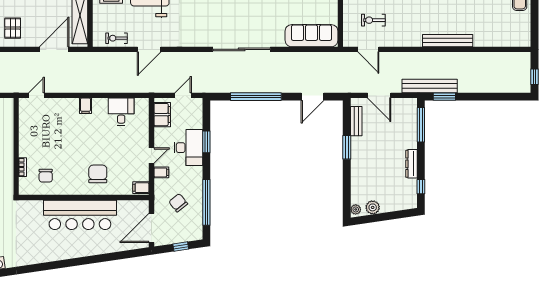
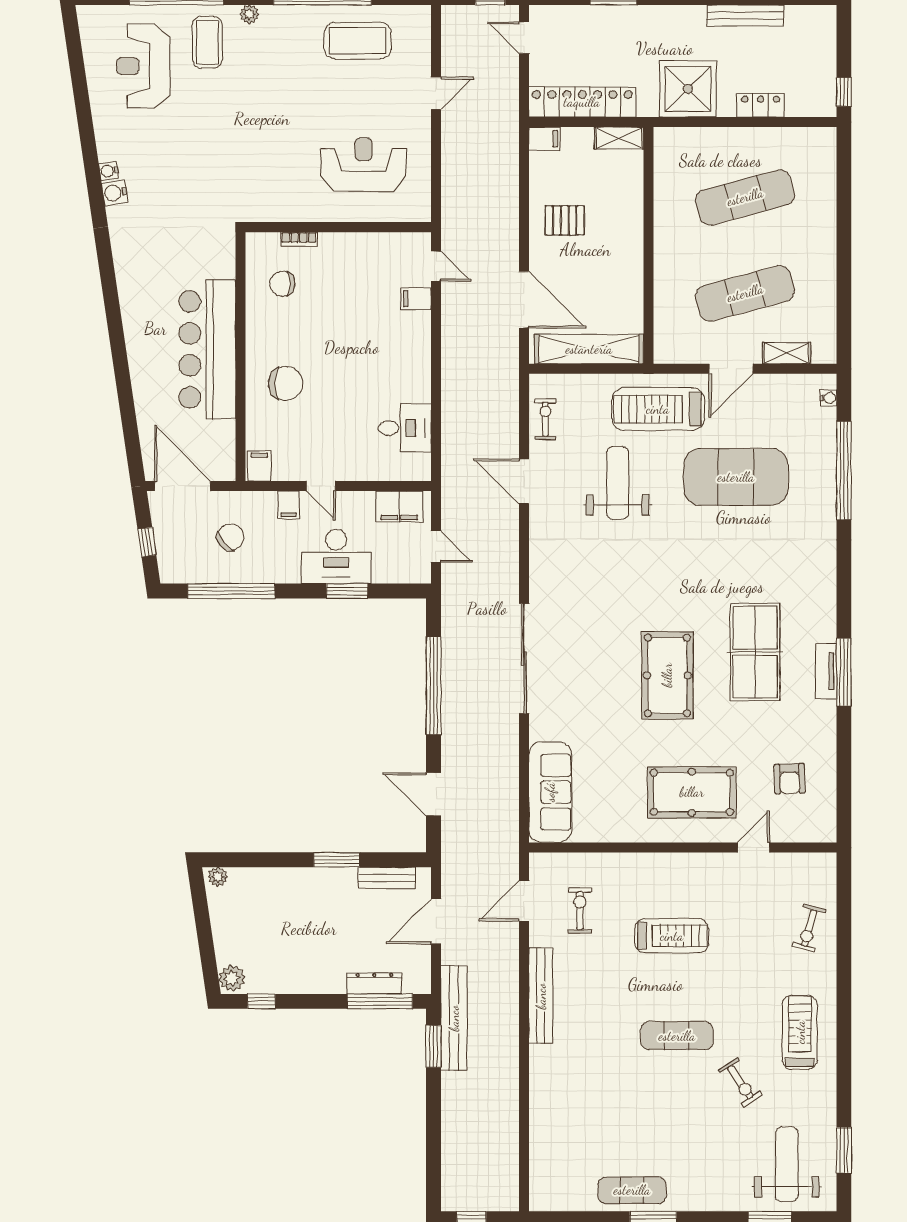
bench: (448, 41) -> (541, 996), moved
filing cabinet: (85, 106) -> (416, 299), moved
dresser: (411, 164) -> (374, 983), moved
plant: (373, 207) -> (232, 978), moved

